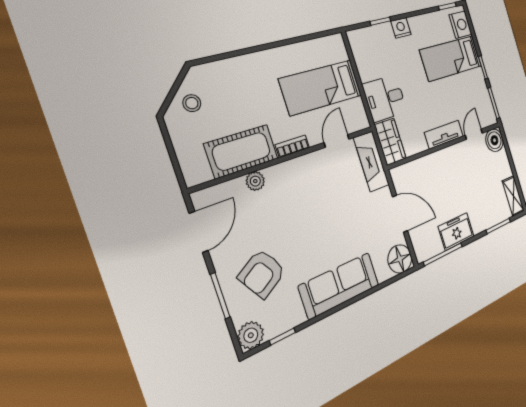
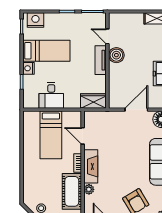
bed: (451, 58) -> (46, 51), moved, turned -90
desk: (385, 98) -> (51, 95), moved
boiler: (494, 140) -> (116, 55), moved
fireplace: (371, 161) -> (91, 166), moved, turned -90

